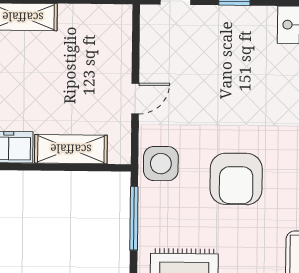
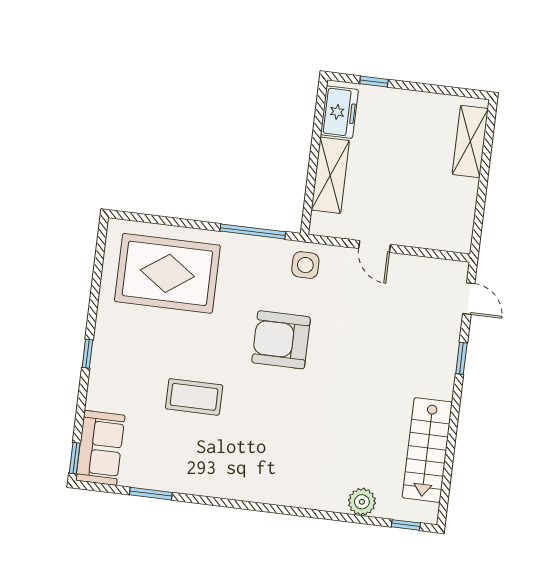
side table: (161, 164) -> (305, 265), width x0.73, depth x0.73

